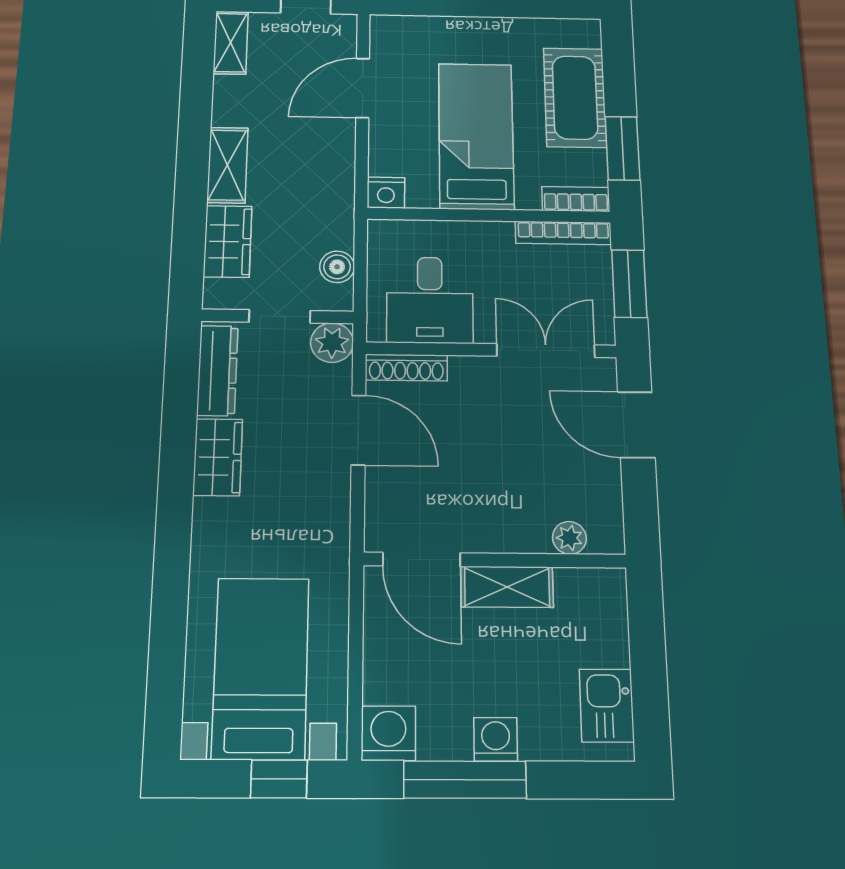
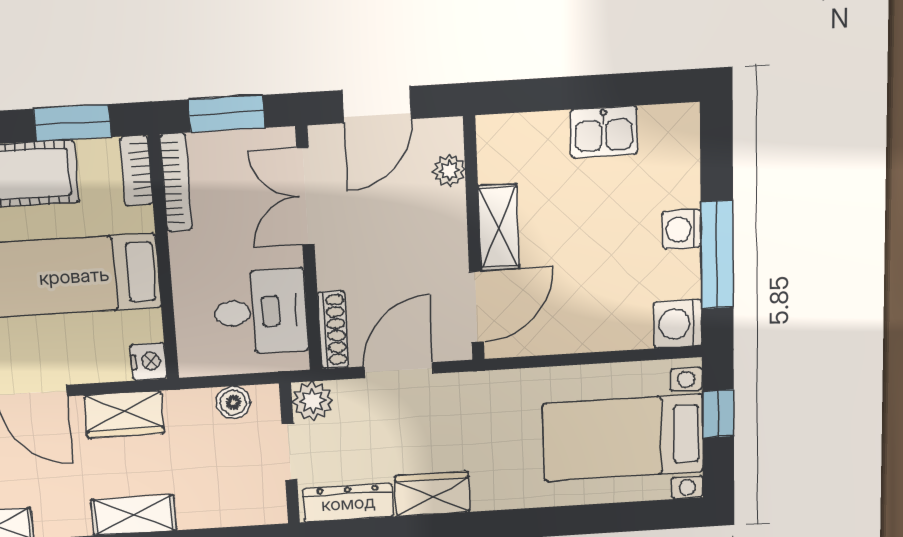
wardrobe: (228, 241) -> (124, 414), moved, turned 180
plant: (569, 538) -> (449, 170), moved
door: (422, 559) -> (476, 307), moved
wall: (495, 560) -> (474, 239), moved
shelving: (507, 587) -> (499, 227), moved
kitchen sink: (607, 705) -> (604, 132), moved

